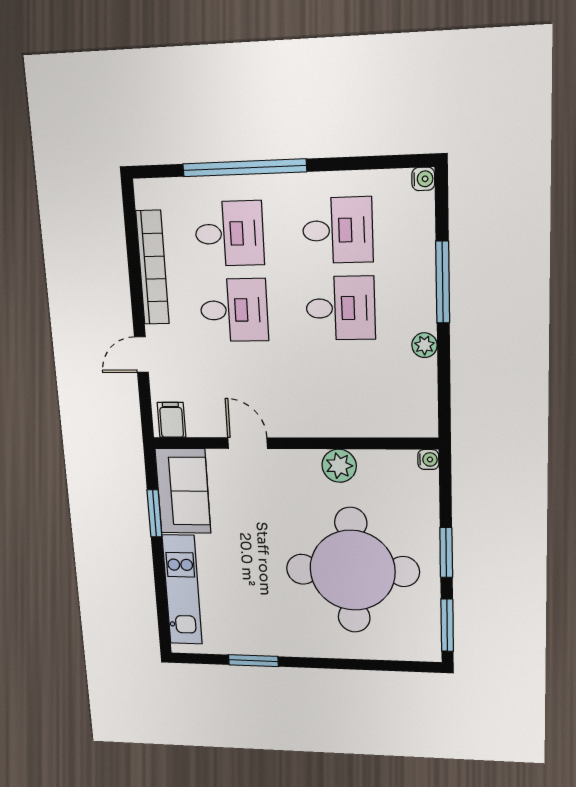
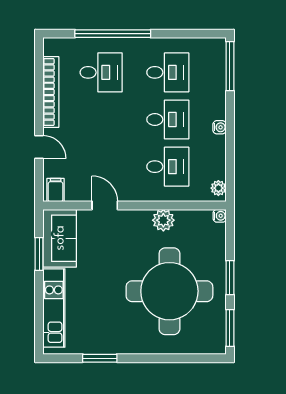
water cooler: (423, 179) -> (220, 127), moved
window: (443, 282) -> (230, 66), moved
desk: (234, 310) -> (168, 167), moved
plant: (424, 345) -> (218, 188), moved
door: (141, 355) -> (39, 147), swing flipped

